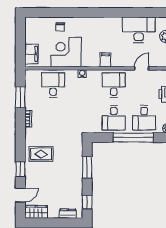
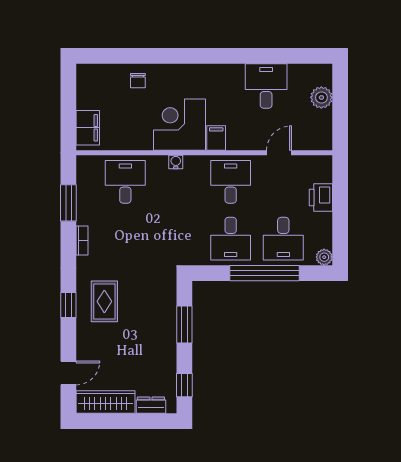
desk: (139, 30) -> (266, 86), width x0.73
corner desk: (66, 52) -> (179, 125), moved
rug: (41, 154) -> (104, 301), turned 90
window: (20, 169) -> (68, 305), moved
wardrobe: (36, 212) -> (105, 402), width x1.50

